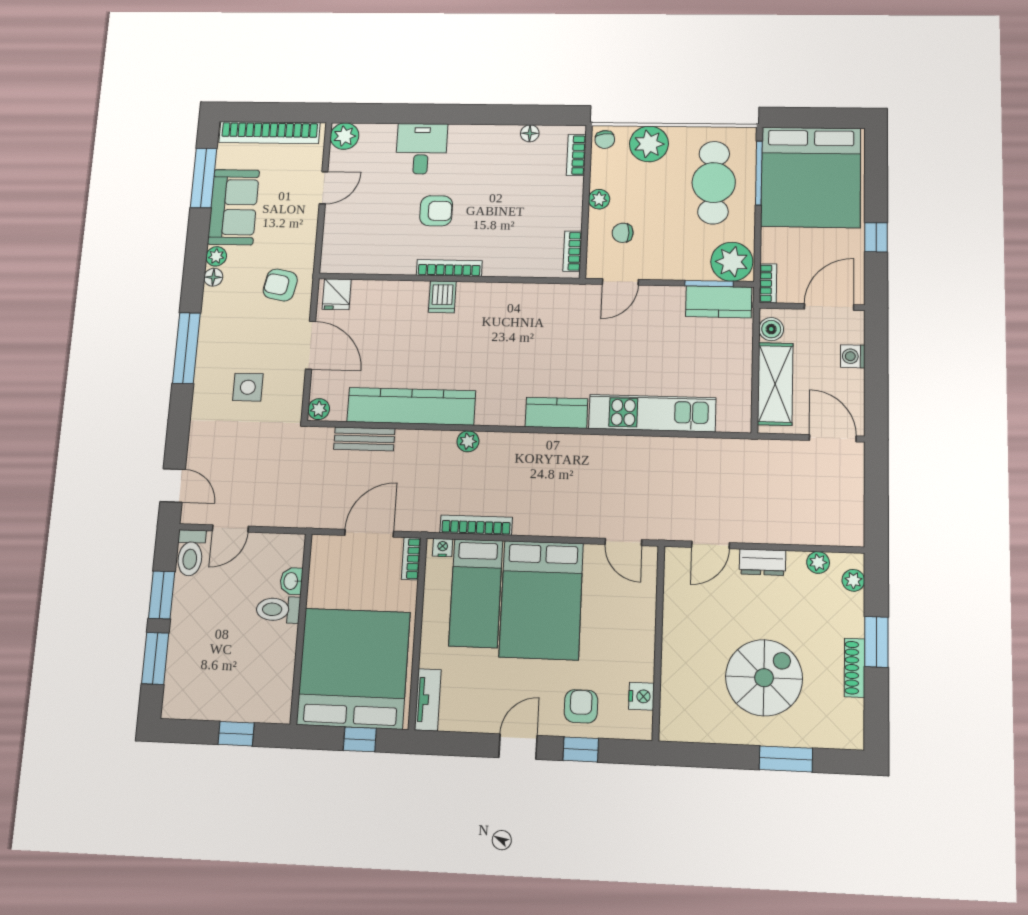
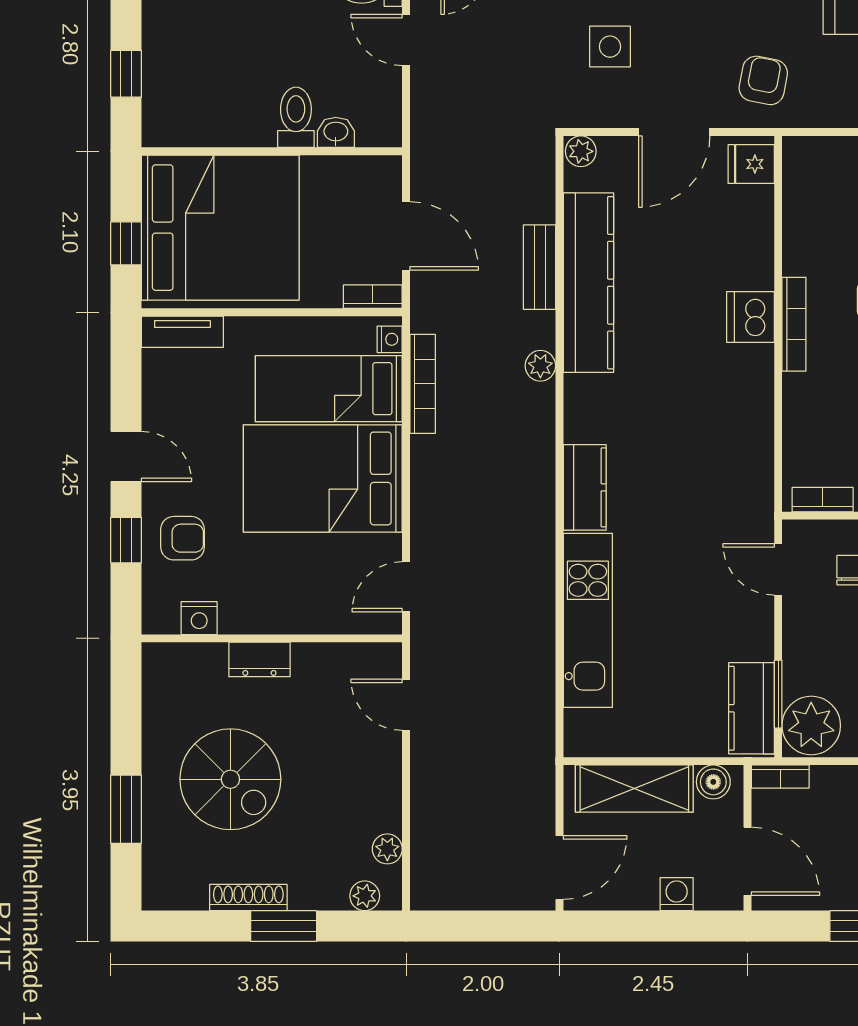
dishwasher: (442, 297) -> (751, 317), width x1.38
bench: (364, 439) -> (540, 267), moved
dresser: (762, 562) -> (259, 659), moved, turned -90

